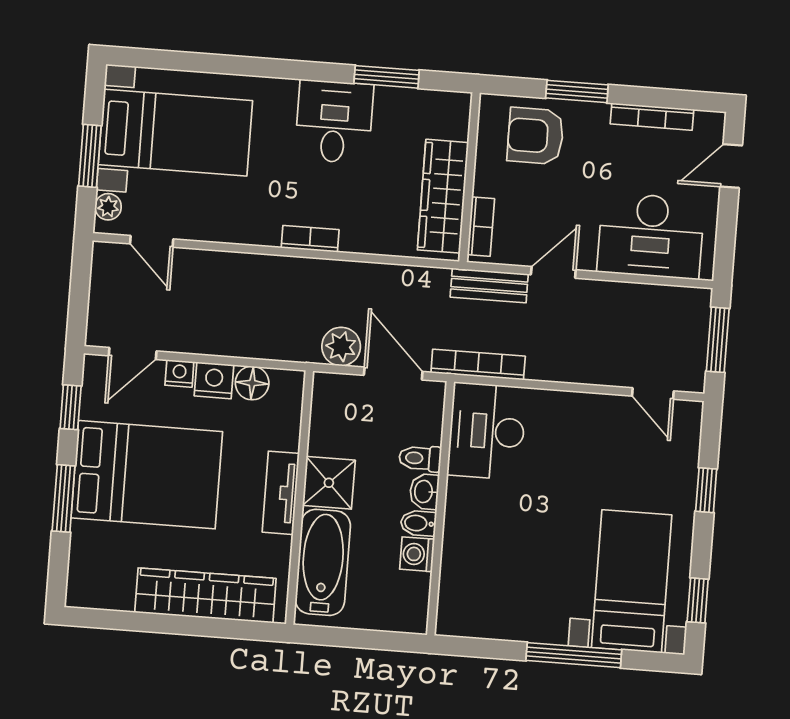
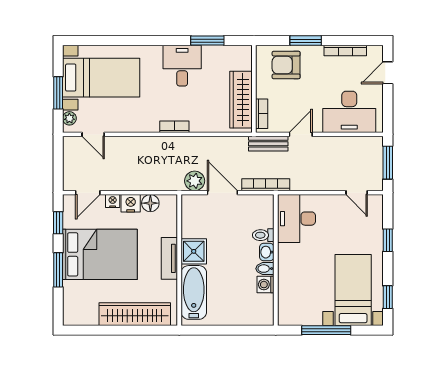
desk: (487, 431) -> (296, 219), moved
toilet: (420, 458) -> (263, 235), moved
washbasin: (424, 492) -> (267, 252), moved
wall: (441, 508) -> (276, 260), moved
bidet: (418, 523) -> (265, 269), moved
washing machine: (417, 554) -> (266, 285), moved

